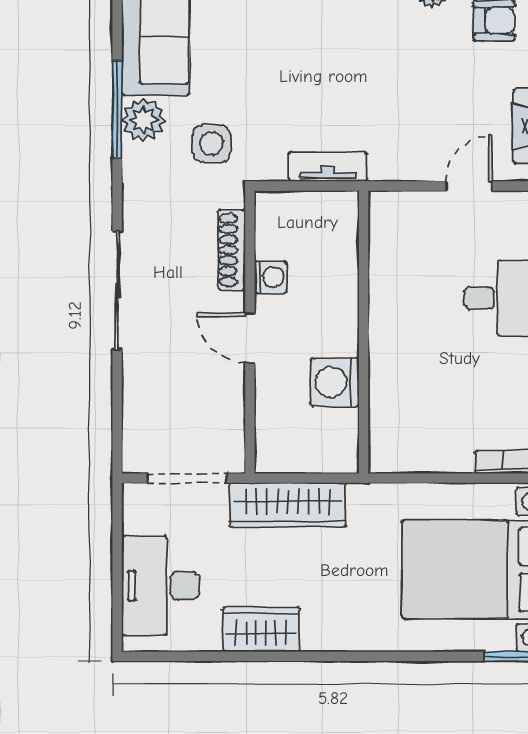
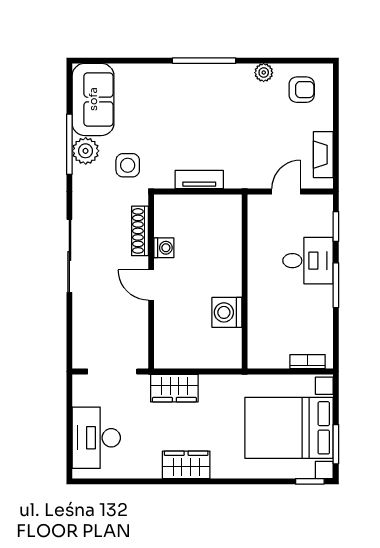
wall: (364, 332) -> (245, 281), moved
washing machine: (335, 382) -> (227, 312), moved
wardrobe: (288, 505) -> (174, 388), width x0.67
wardrobe: (261, 629) -> (186, 465), moved

